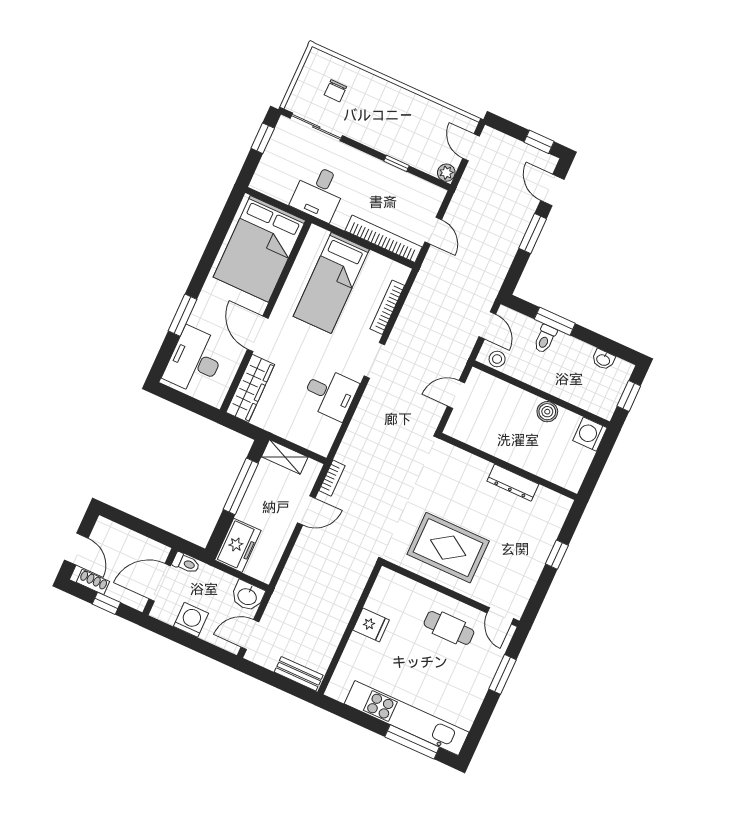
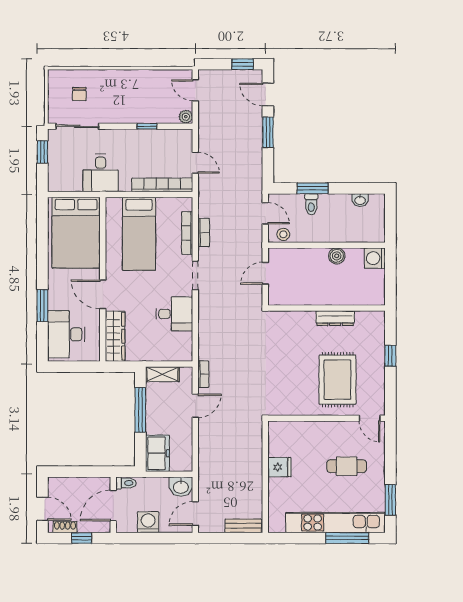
bookcase: (406, 315) -> (204, 233), added
window: (629, 396) -> (390, 218), removed
rug: (448, 548) -> (337, 380), moved, turned 90
cafe table: (449, 628) -> (347, 466), moved
window: (503, 674) -> (390, 500), moved

